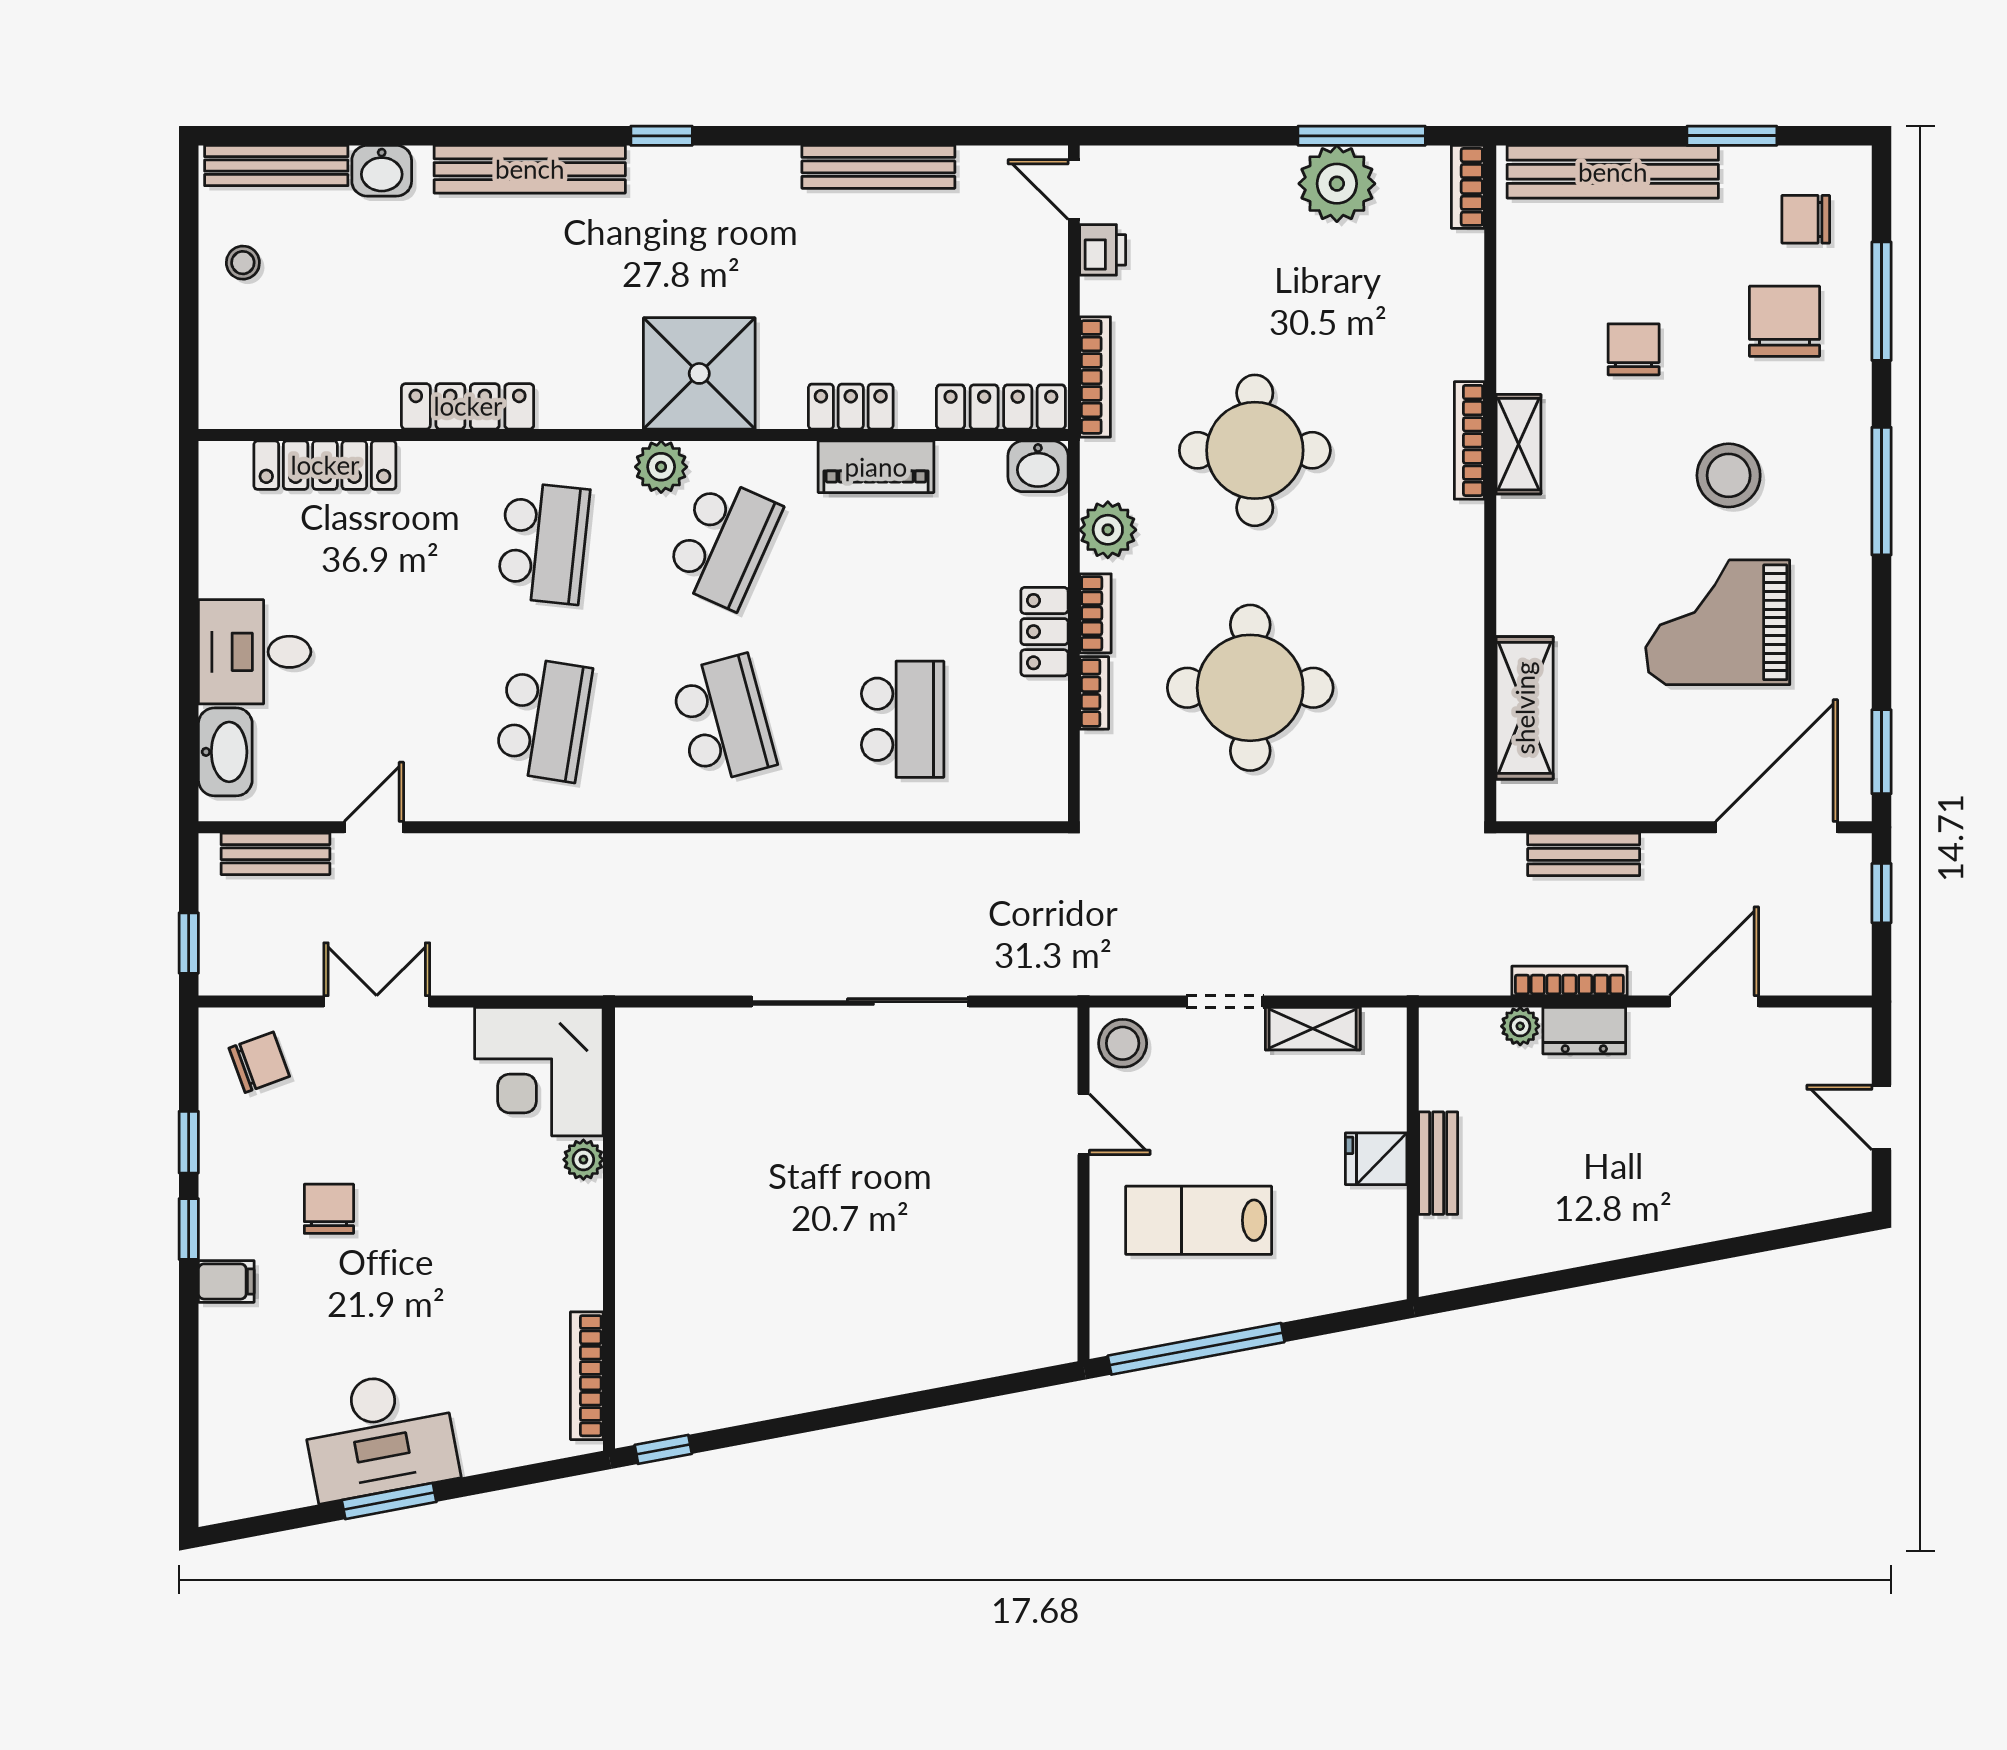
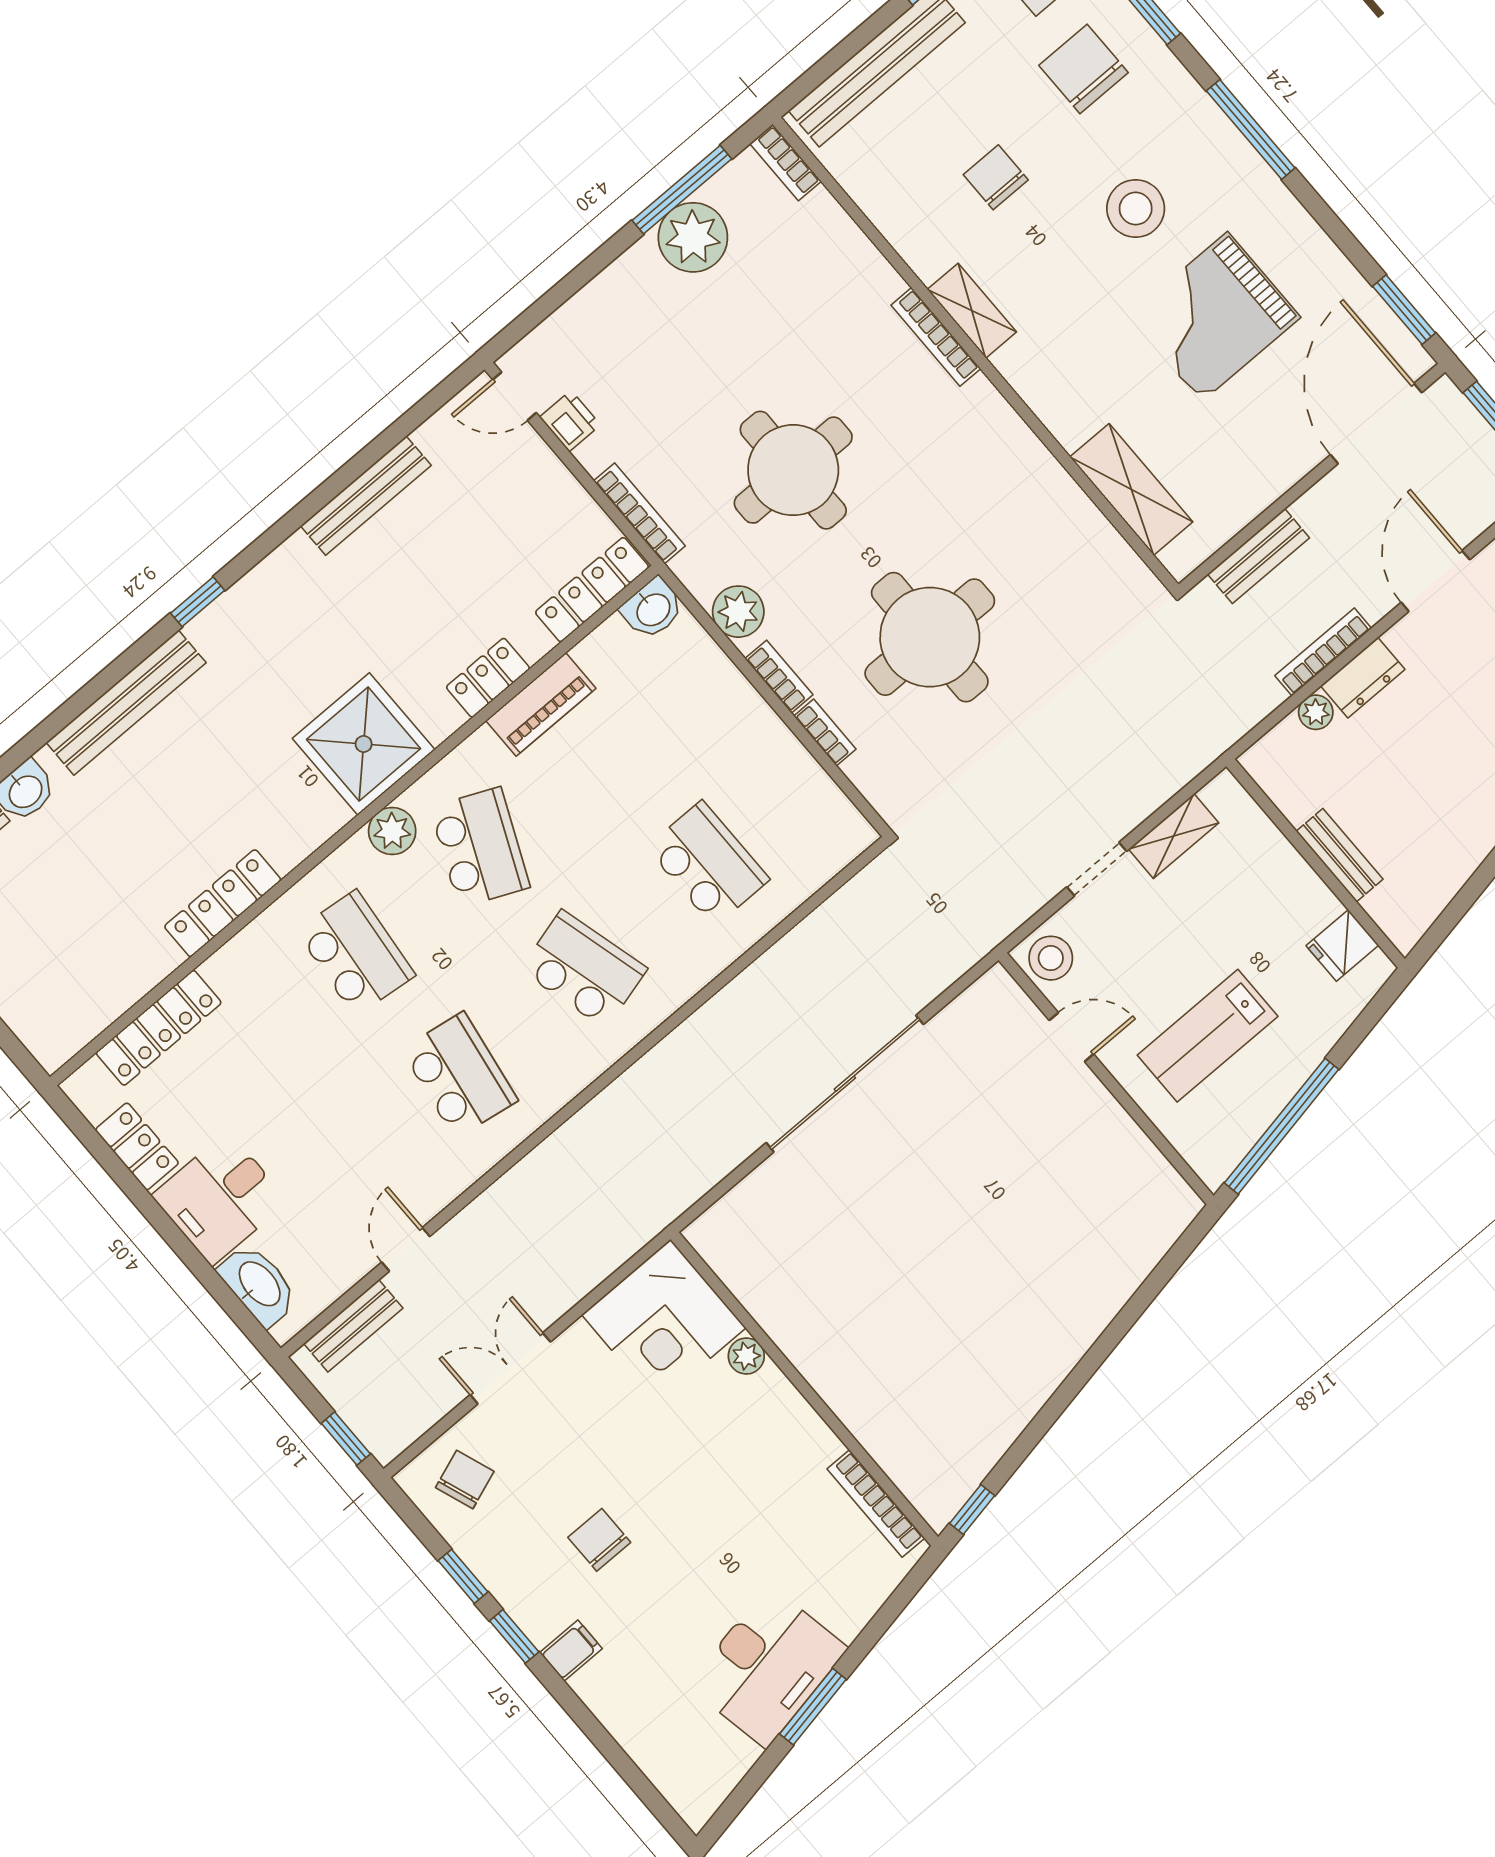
locker: (1044, 632) -> (137, 1146), moved, turned 180
fridge: (1376, 1159) -> (1342, 945), moved

